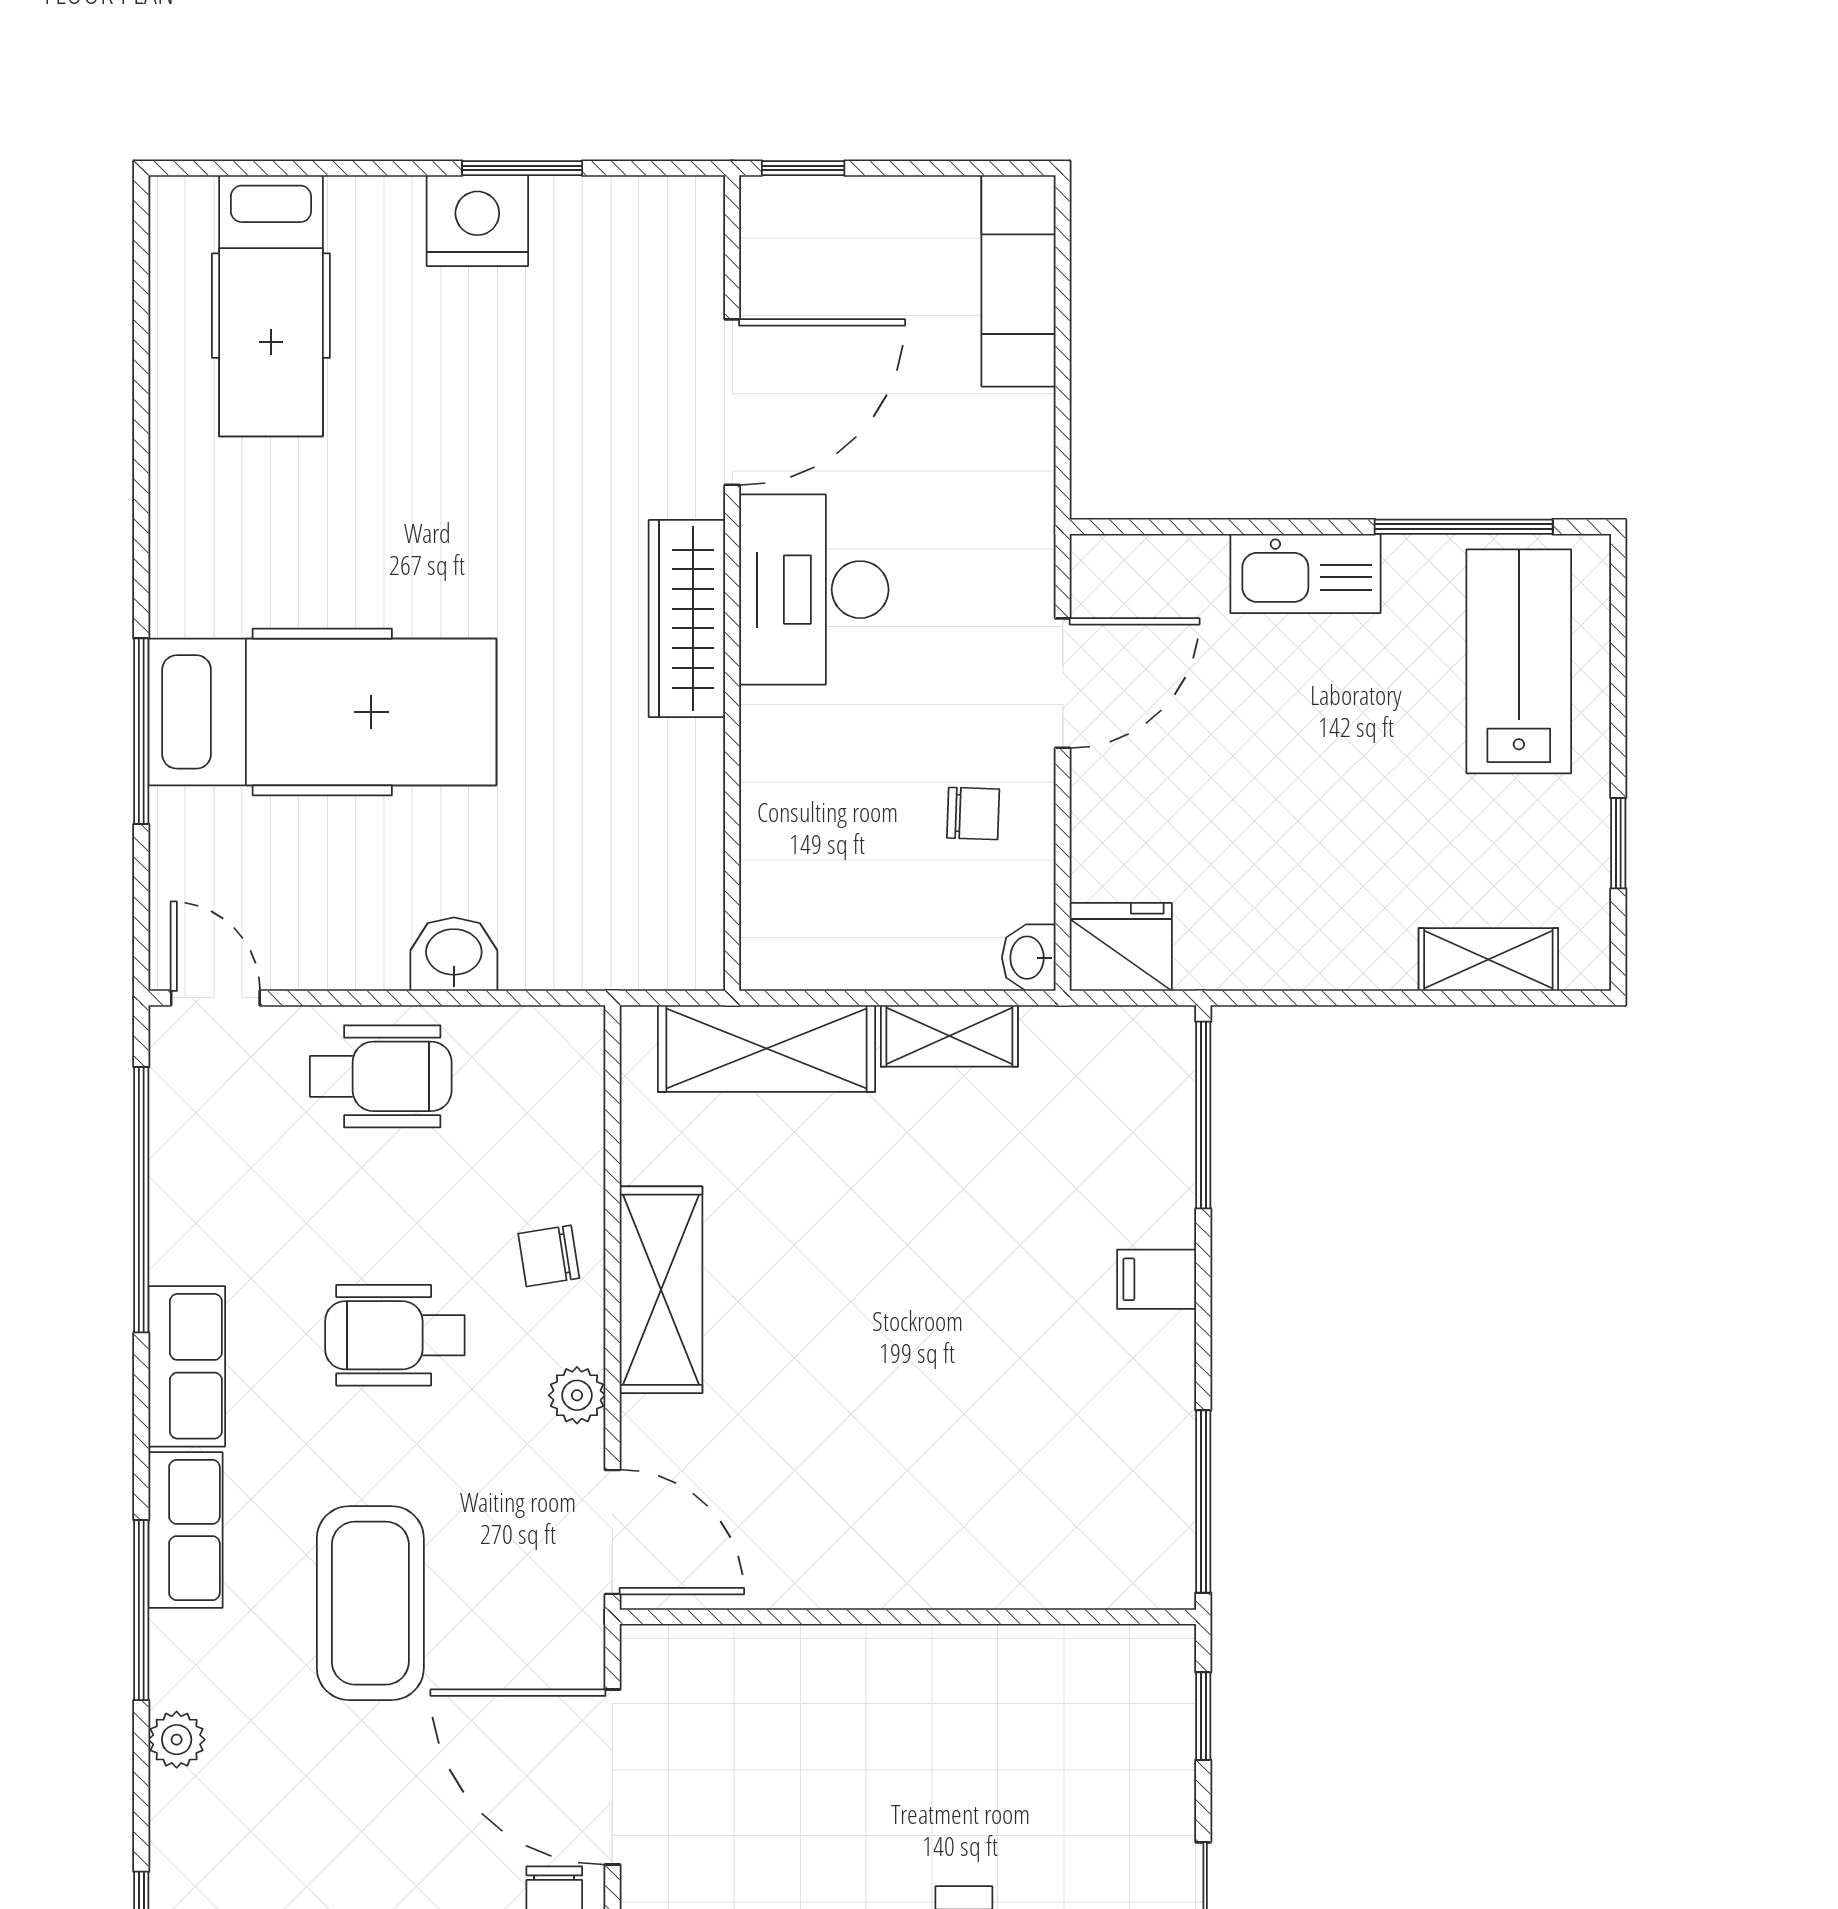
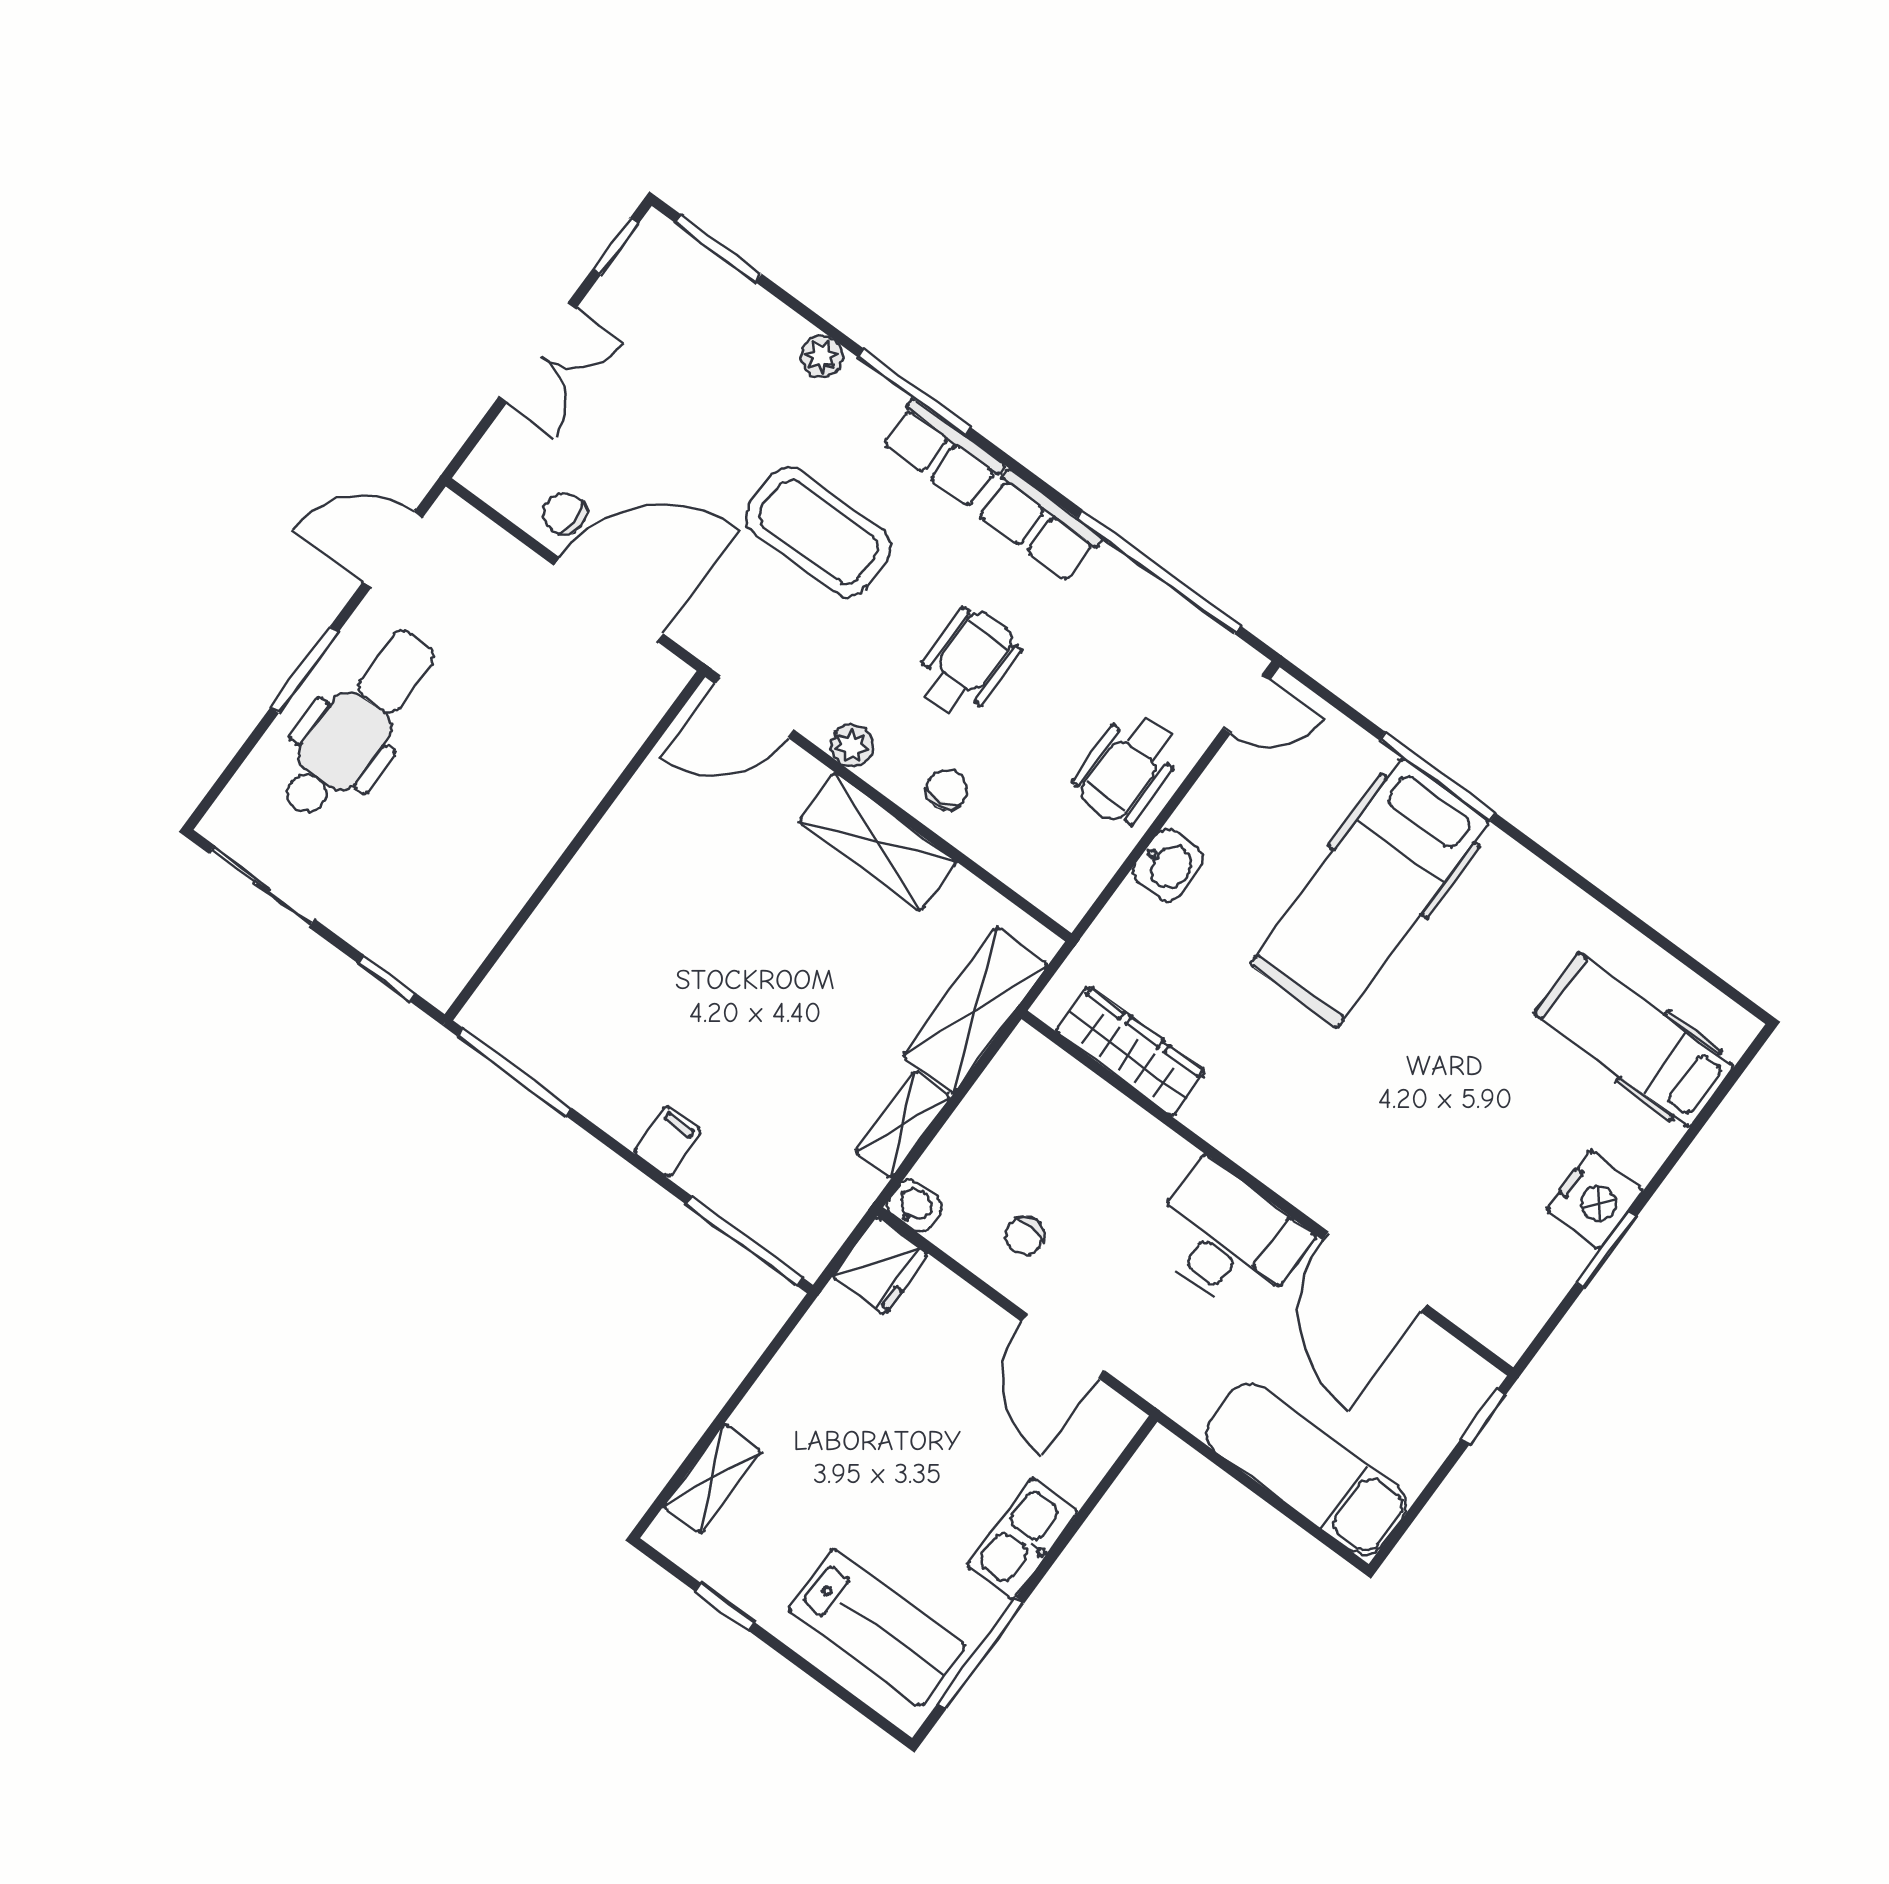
exam couch: (1019, 281) -> (1306, 1469), width x1.36, depth x1.45
wardrobe: (687, 619) -> (1131, 1051), moved

